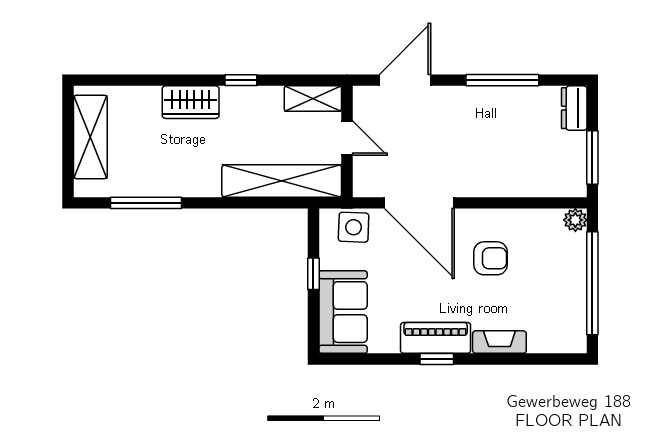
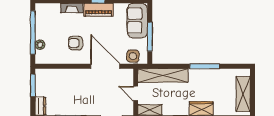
window: (146, 203) -> (205, 66), moved
plant: (575, 220) -> (40, 45), moved
window: (313, 274) -> (150, 37), width x2.17

